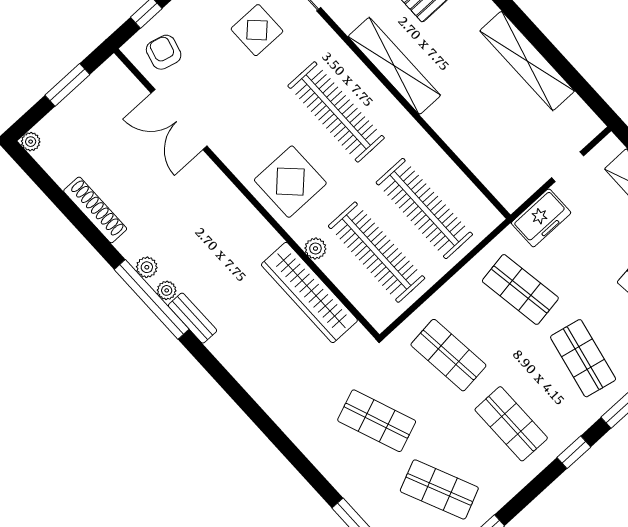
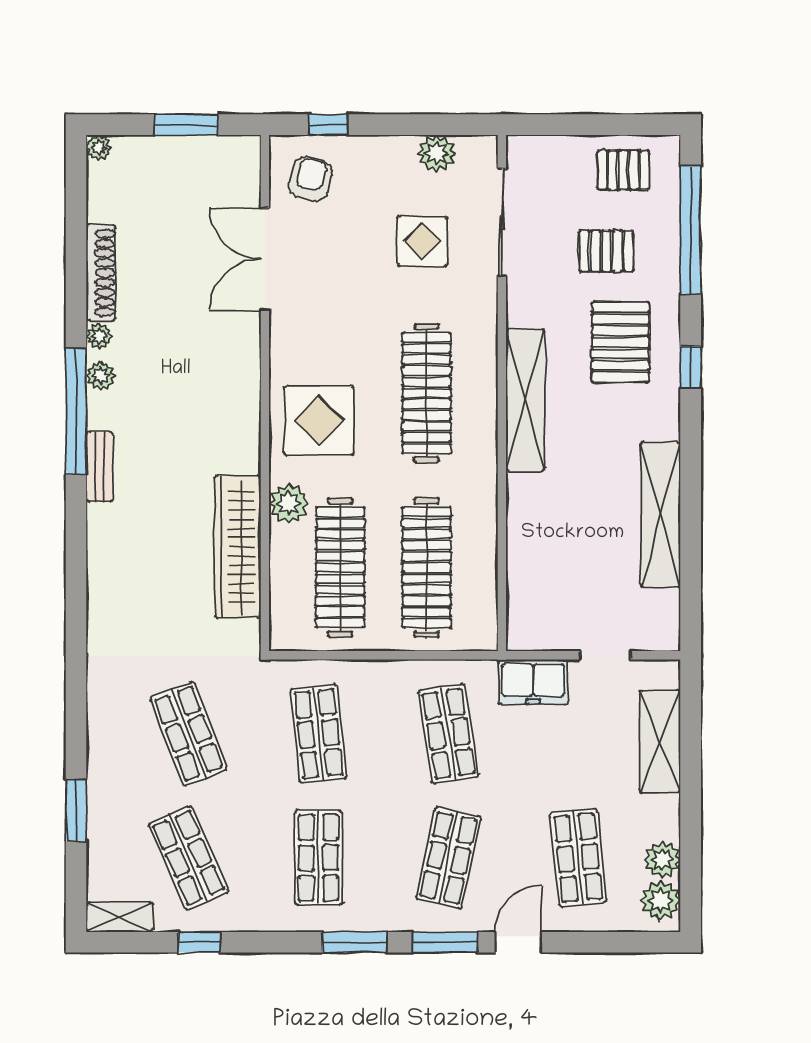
plant: (315, 248) -> (289, 504), width x1.38, depth x1.38
plant: (167, 290) -> (99, 336), moved
window: (574, 452) -> (355, 942), width x1.50

